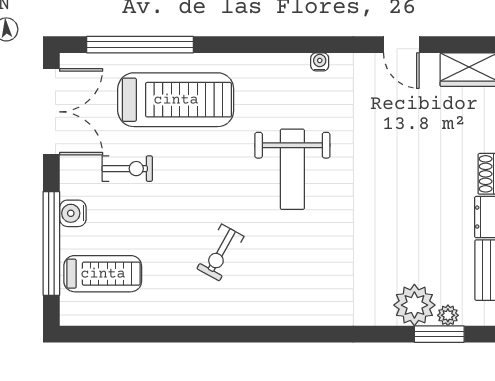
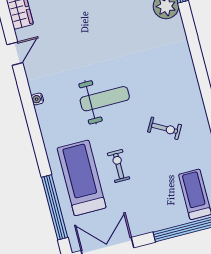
exercise bike: (127, 169) -> (119, 166), moved
water cooler: (73, 213) -> (164, 221), removed

